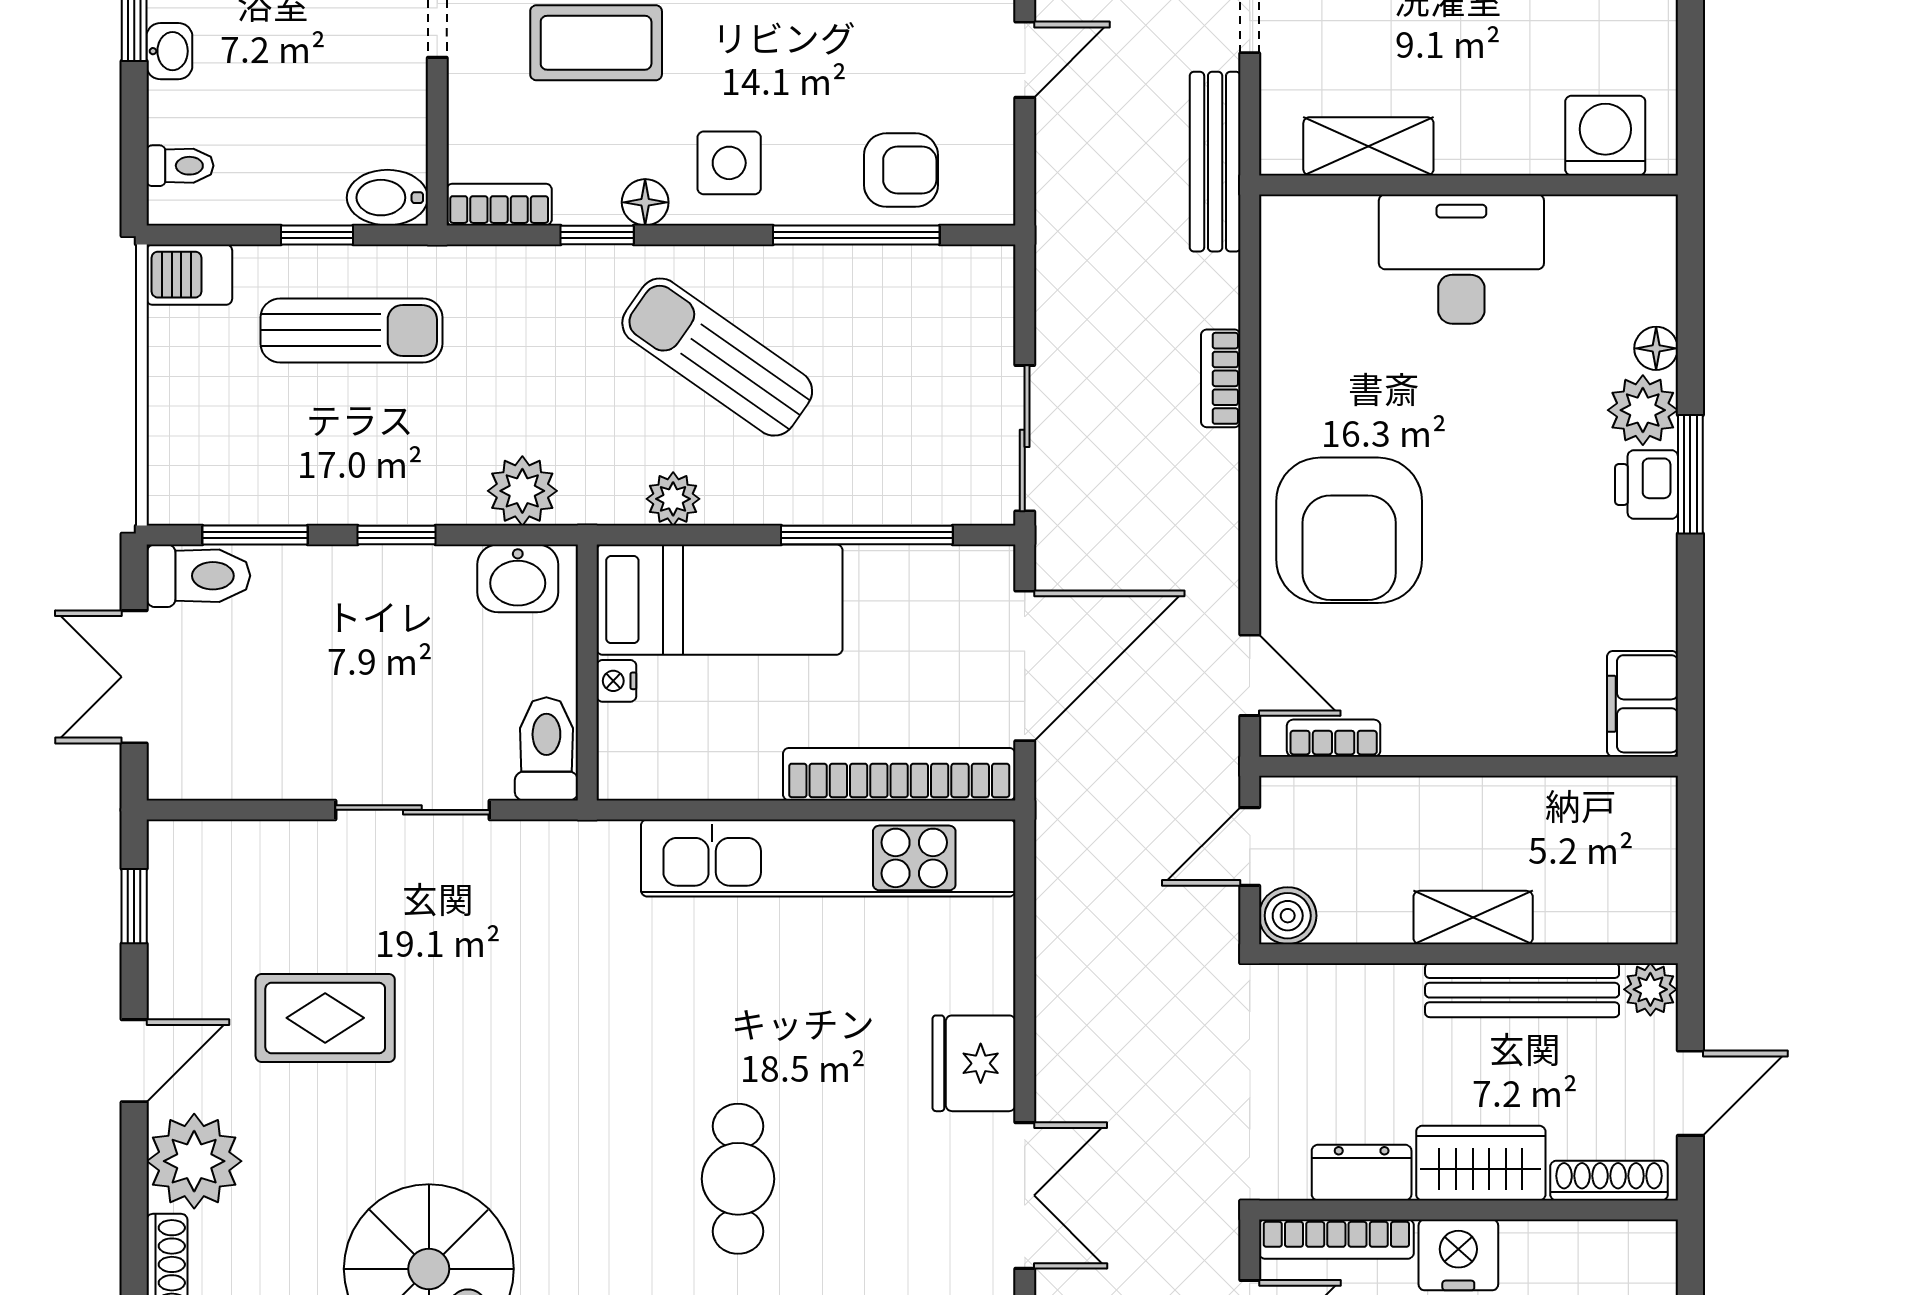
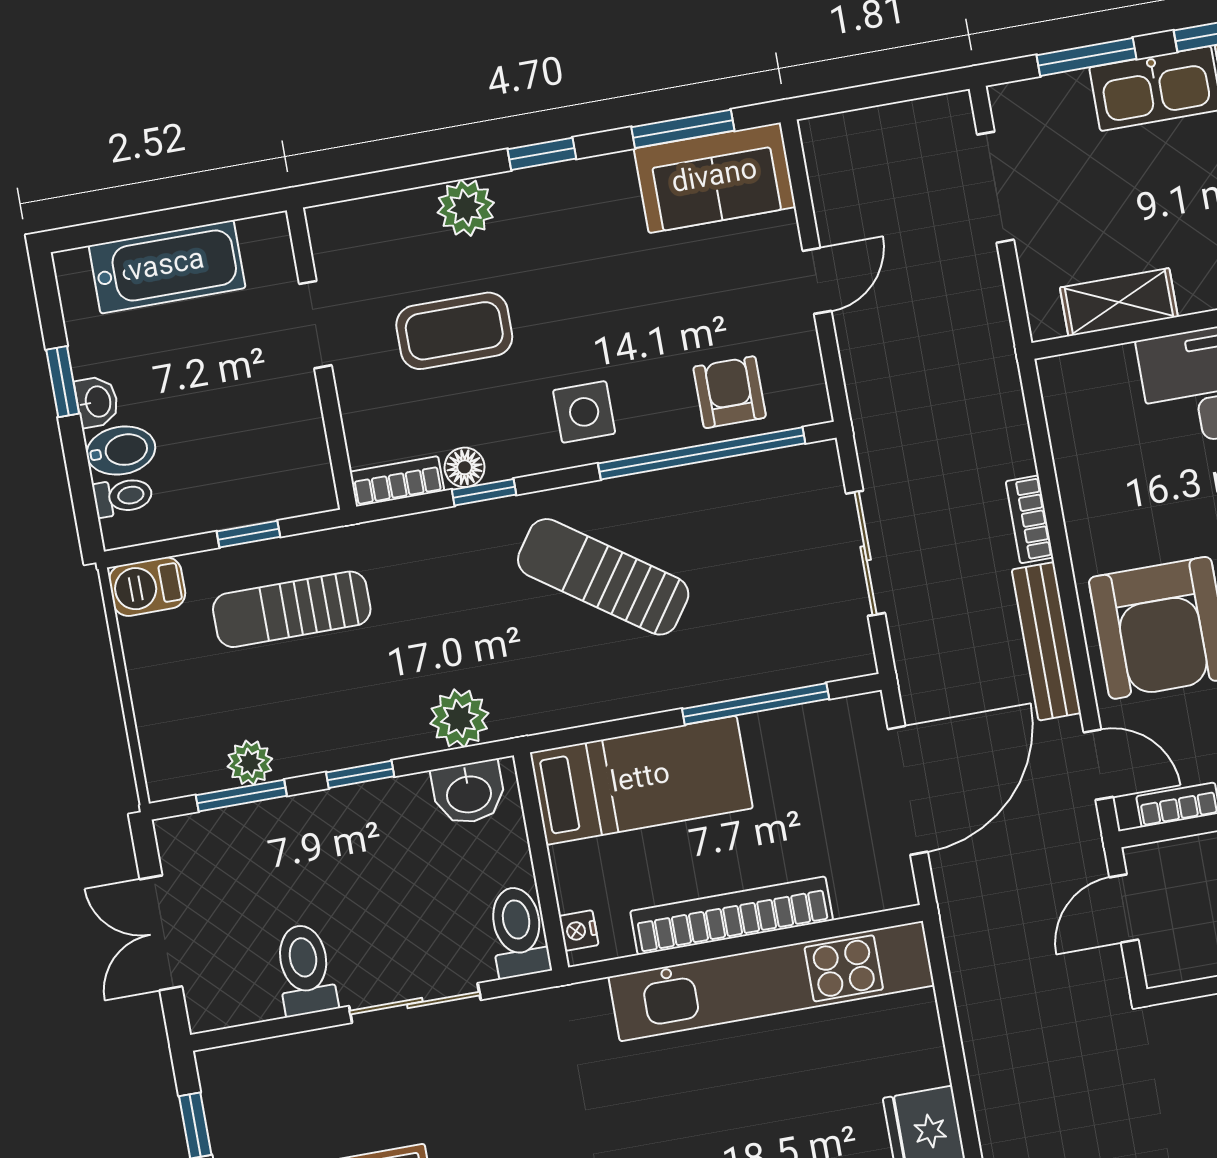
bench: (1215, 162) -> (1046, 641), moved
armchair: (901, 170) -> (730, 392), turned -90
bidet: (387, 198) -> (121, 451), moved, turned 180
floor lamp: (645, 202) -> (465, 467), moved
window: (856, 235) -> (702, 453), width x1.46
sun lounger: (351, 330) -> (292, 609), turned 180
sliding door: (1025, 438) -> (866, 553), moved
plant: (673, 499) -> (250, 763), moved
toilet: (198, 576) -> (305, 970), moved, turned -90
nightstand: (616, 681) -> (579, 930), moved
bookcase: (899, 774) -> (732, 916), moved
boiler: (1288, 916) -> (1166, 961), removed

